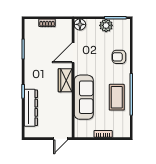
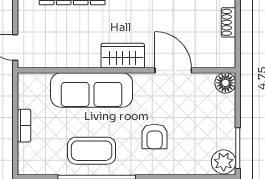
plant: (106, 25) -> (224, 162), moved
armchair: (119, 57) -> (155, 136), moved, turned 180

